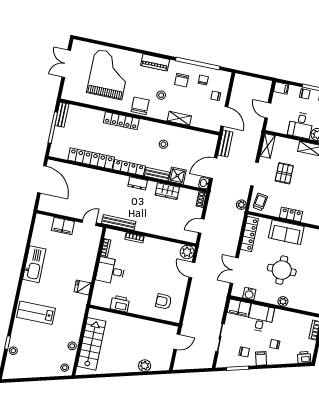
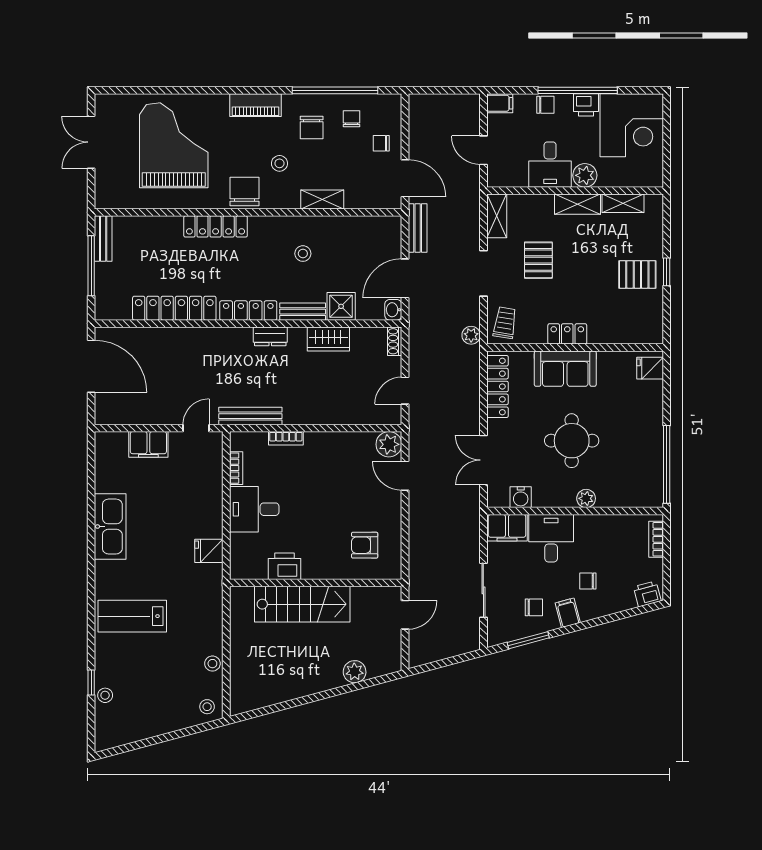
stairs: (91, 344) -> (302, 604), moved, turned 90

